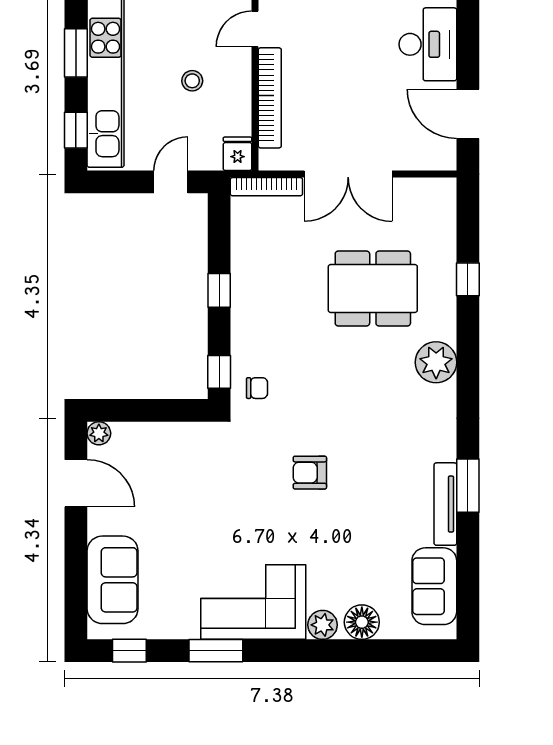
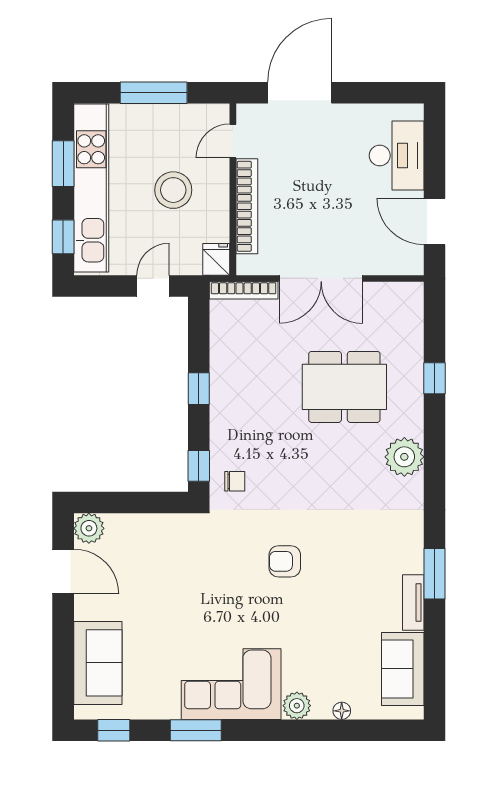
stool: (192, 81) -> (173, 190), width x1.89, depth x1.89
plant: (99, 433) -> (89, 528), width x1.38, depth x1.38
tv unit: (445, 504) -> (413, 603), width x0.71
floor lamp: (362, 622) -> (342, 711), width x0.53, depth x0.53

